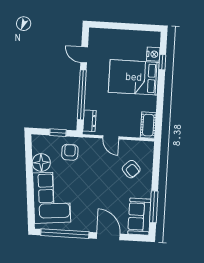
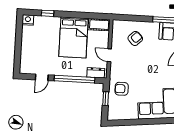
nightstand: (153, 54) -> (28, 20), moved
bed: (134, 77) -> (73, 37), moved
door: (111, 137) -> (109, 55), swing flipped
floor lamp: (41, 163) -> (130, 112), removed

